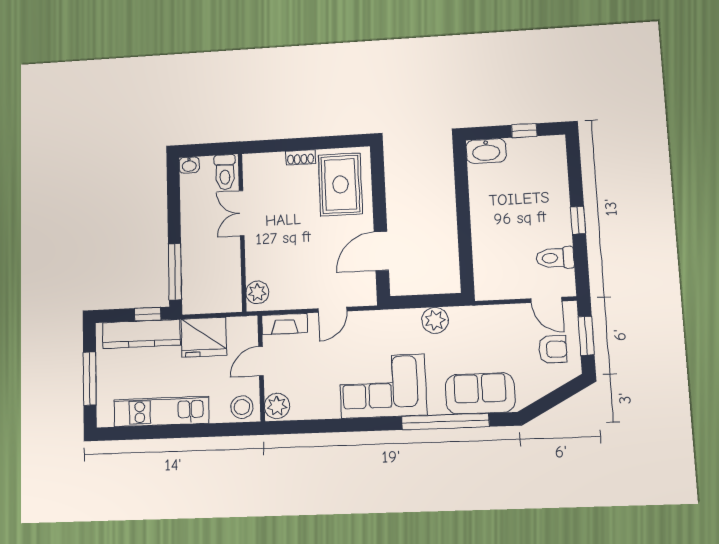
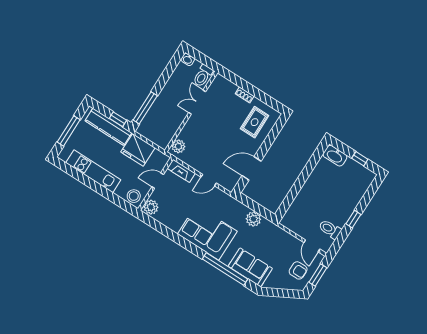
rug: (340, 184) -> (255, 122), width x0.73, depth x0.70

